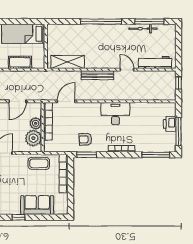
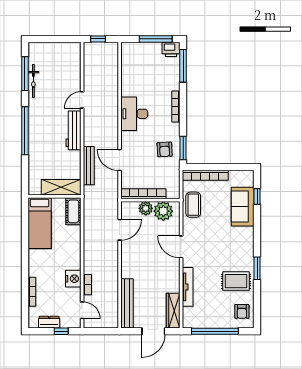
cot: (20, 62) -> (73, 211), moved
shelving: (68, 62) -> (61, 187), moved, turned 90
workbench: (155, 62) -> (73, 130), moved
bench: (97, 75) -> (89, 166), moved
door: (18, 101) -> (120, 230), hinge flipped
door: (66, 101) -> (120, 160), moved
printer: (170, 124) -> (171, 49), moved
window: (19, 217) -> (257, 196), moved

